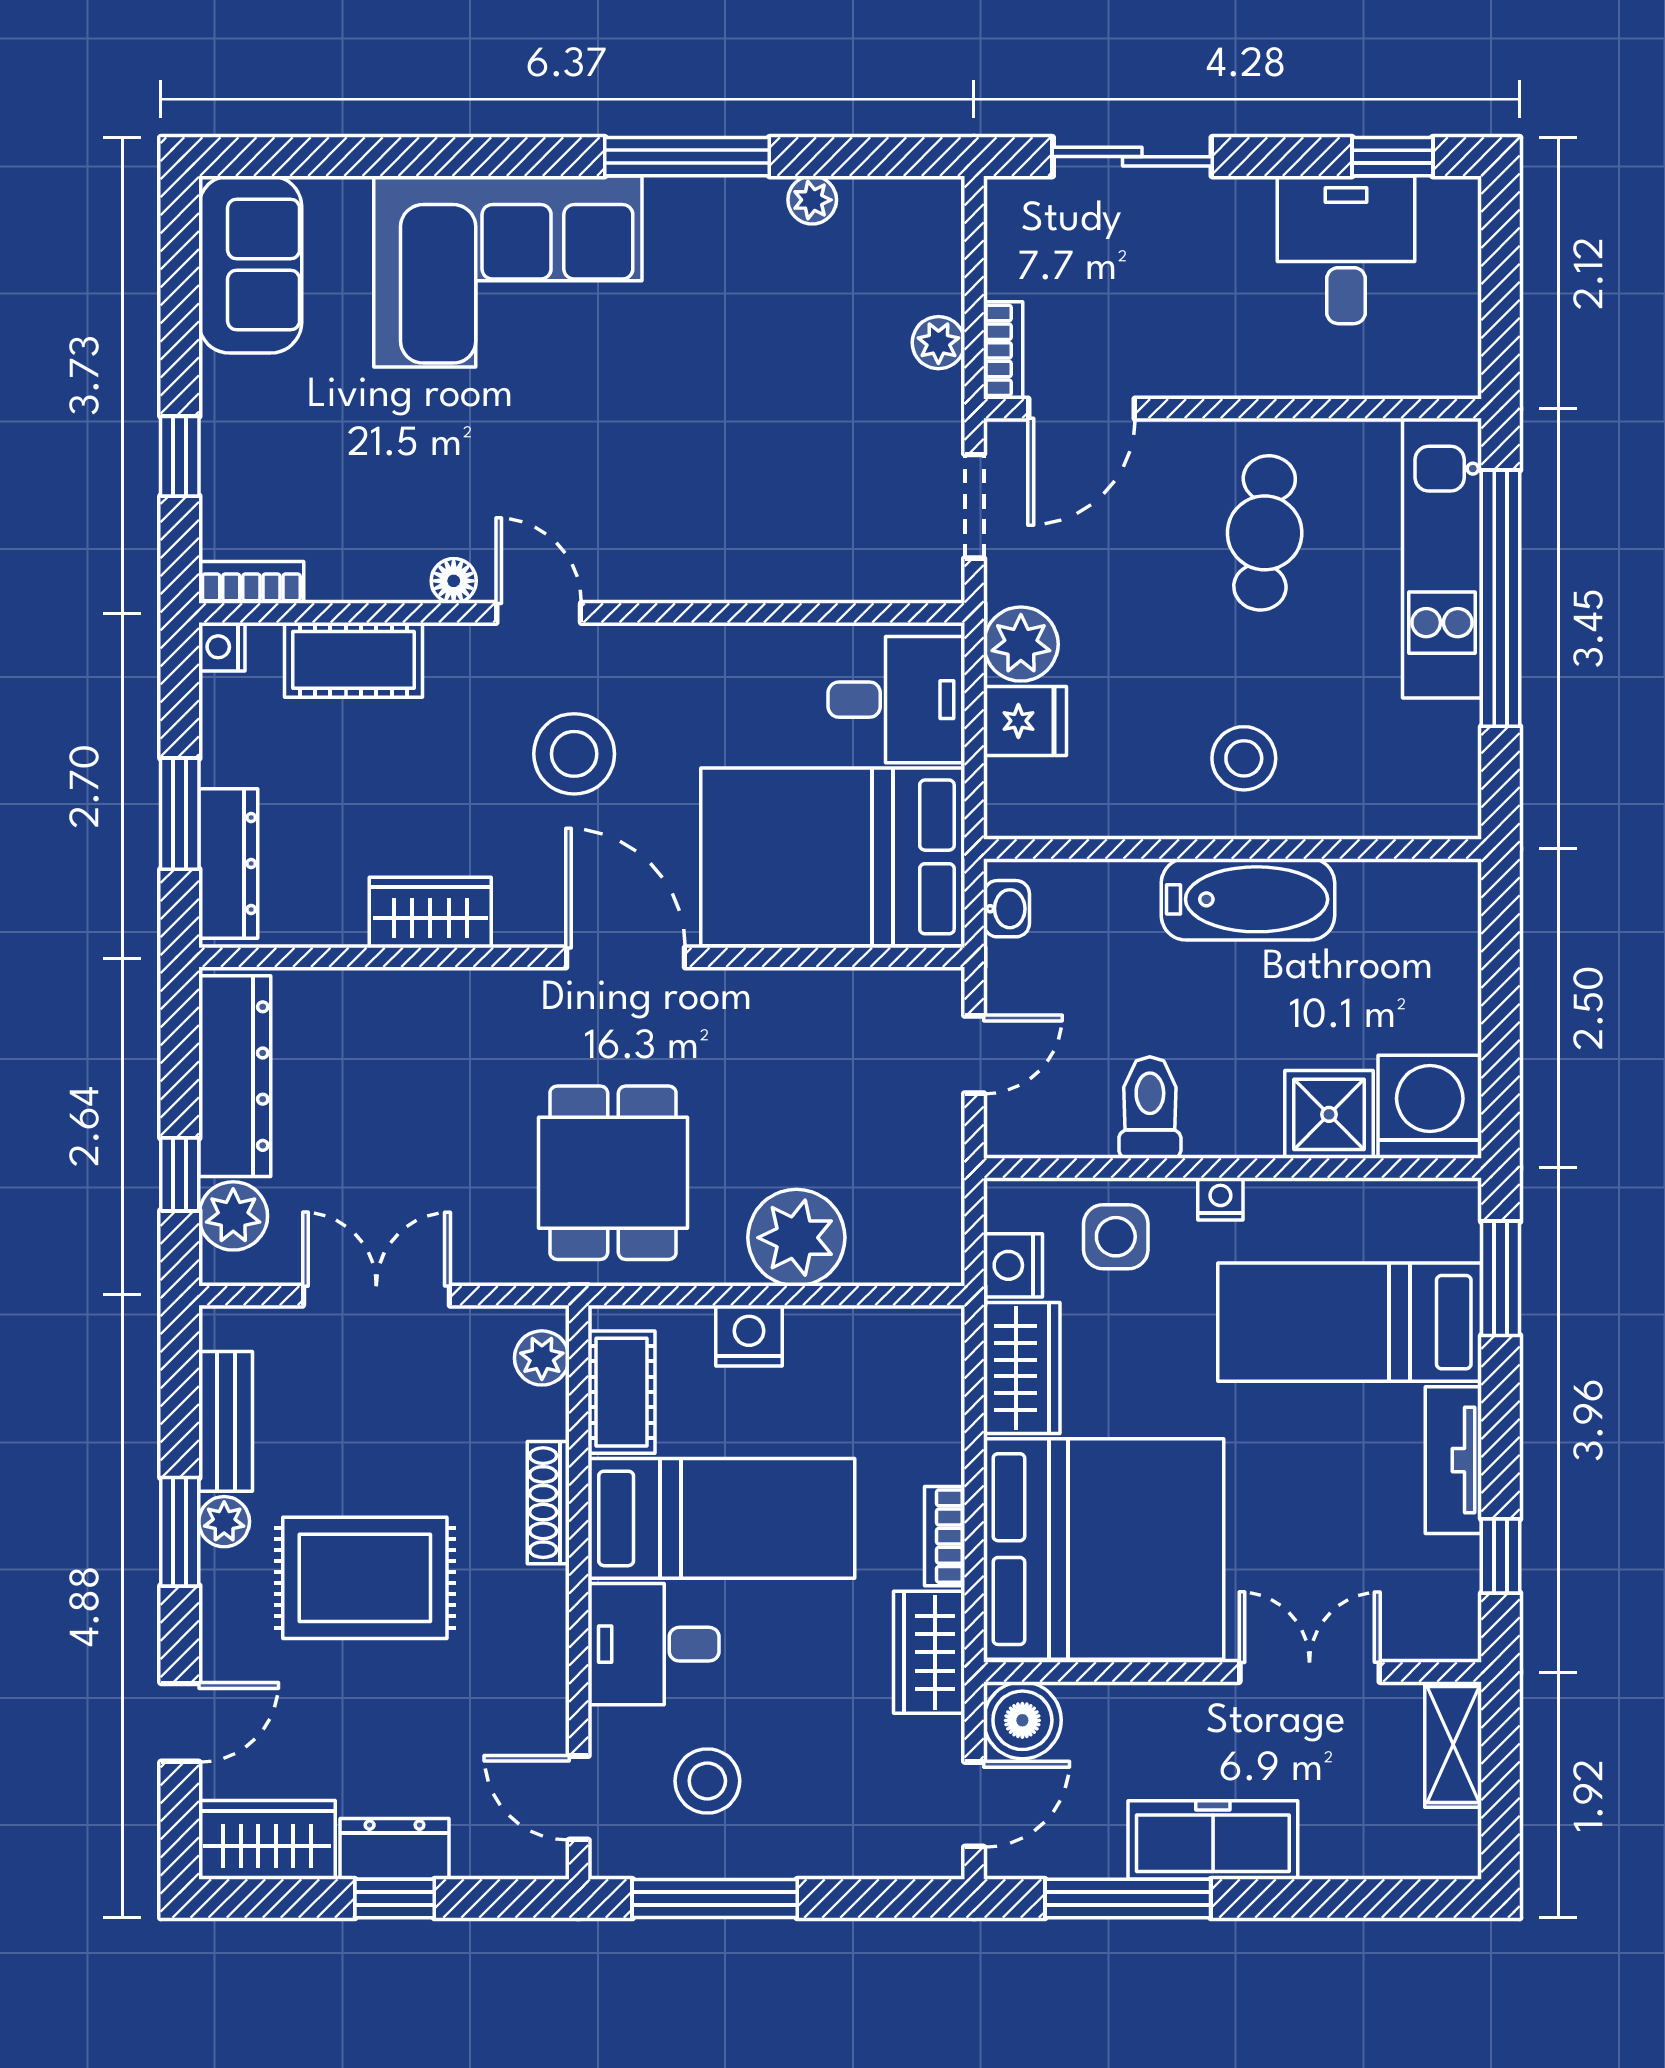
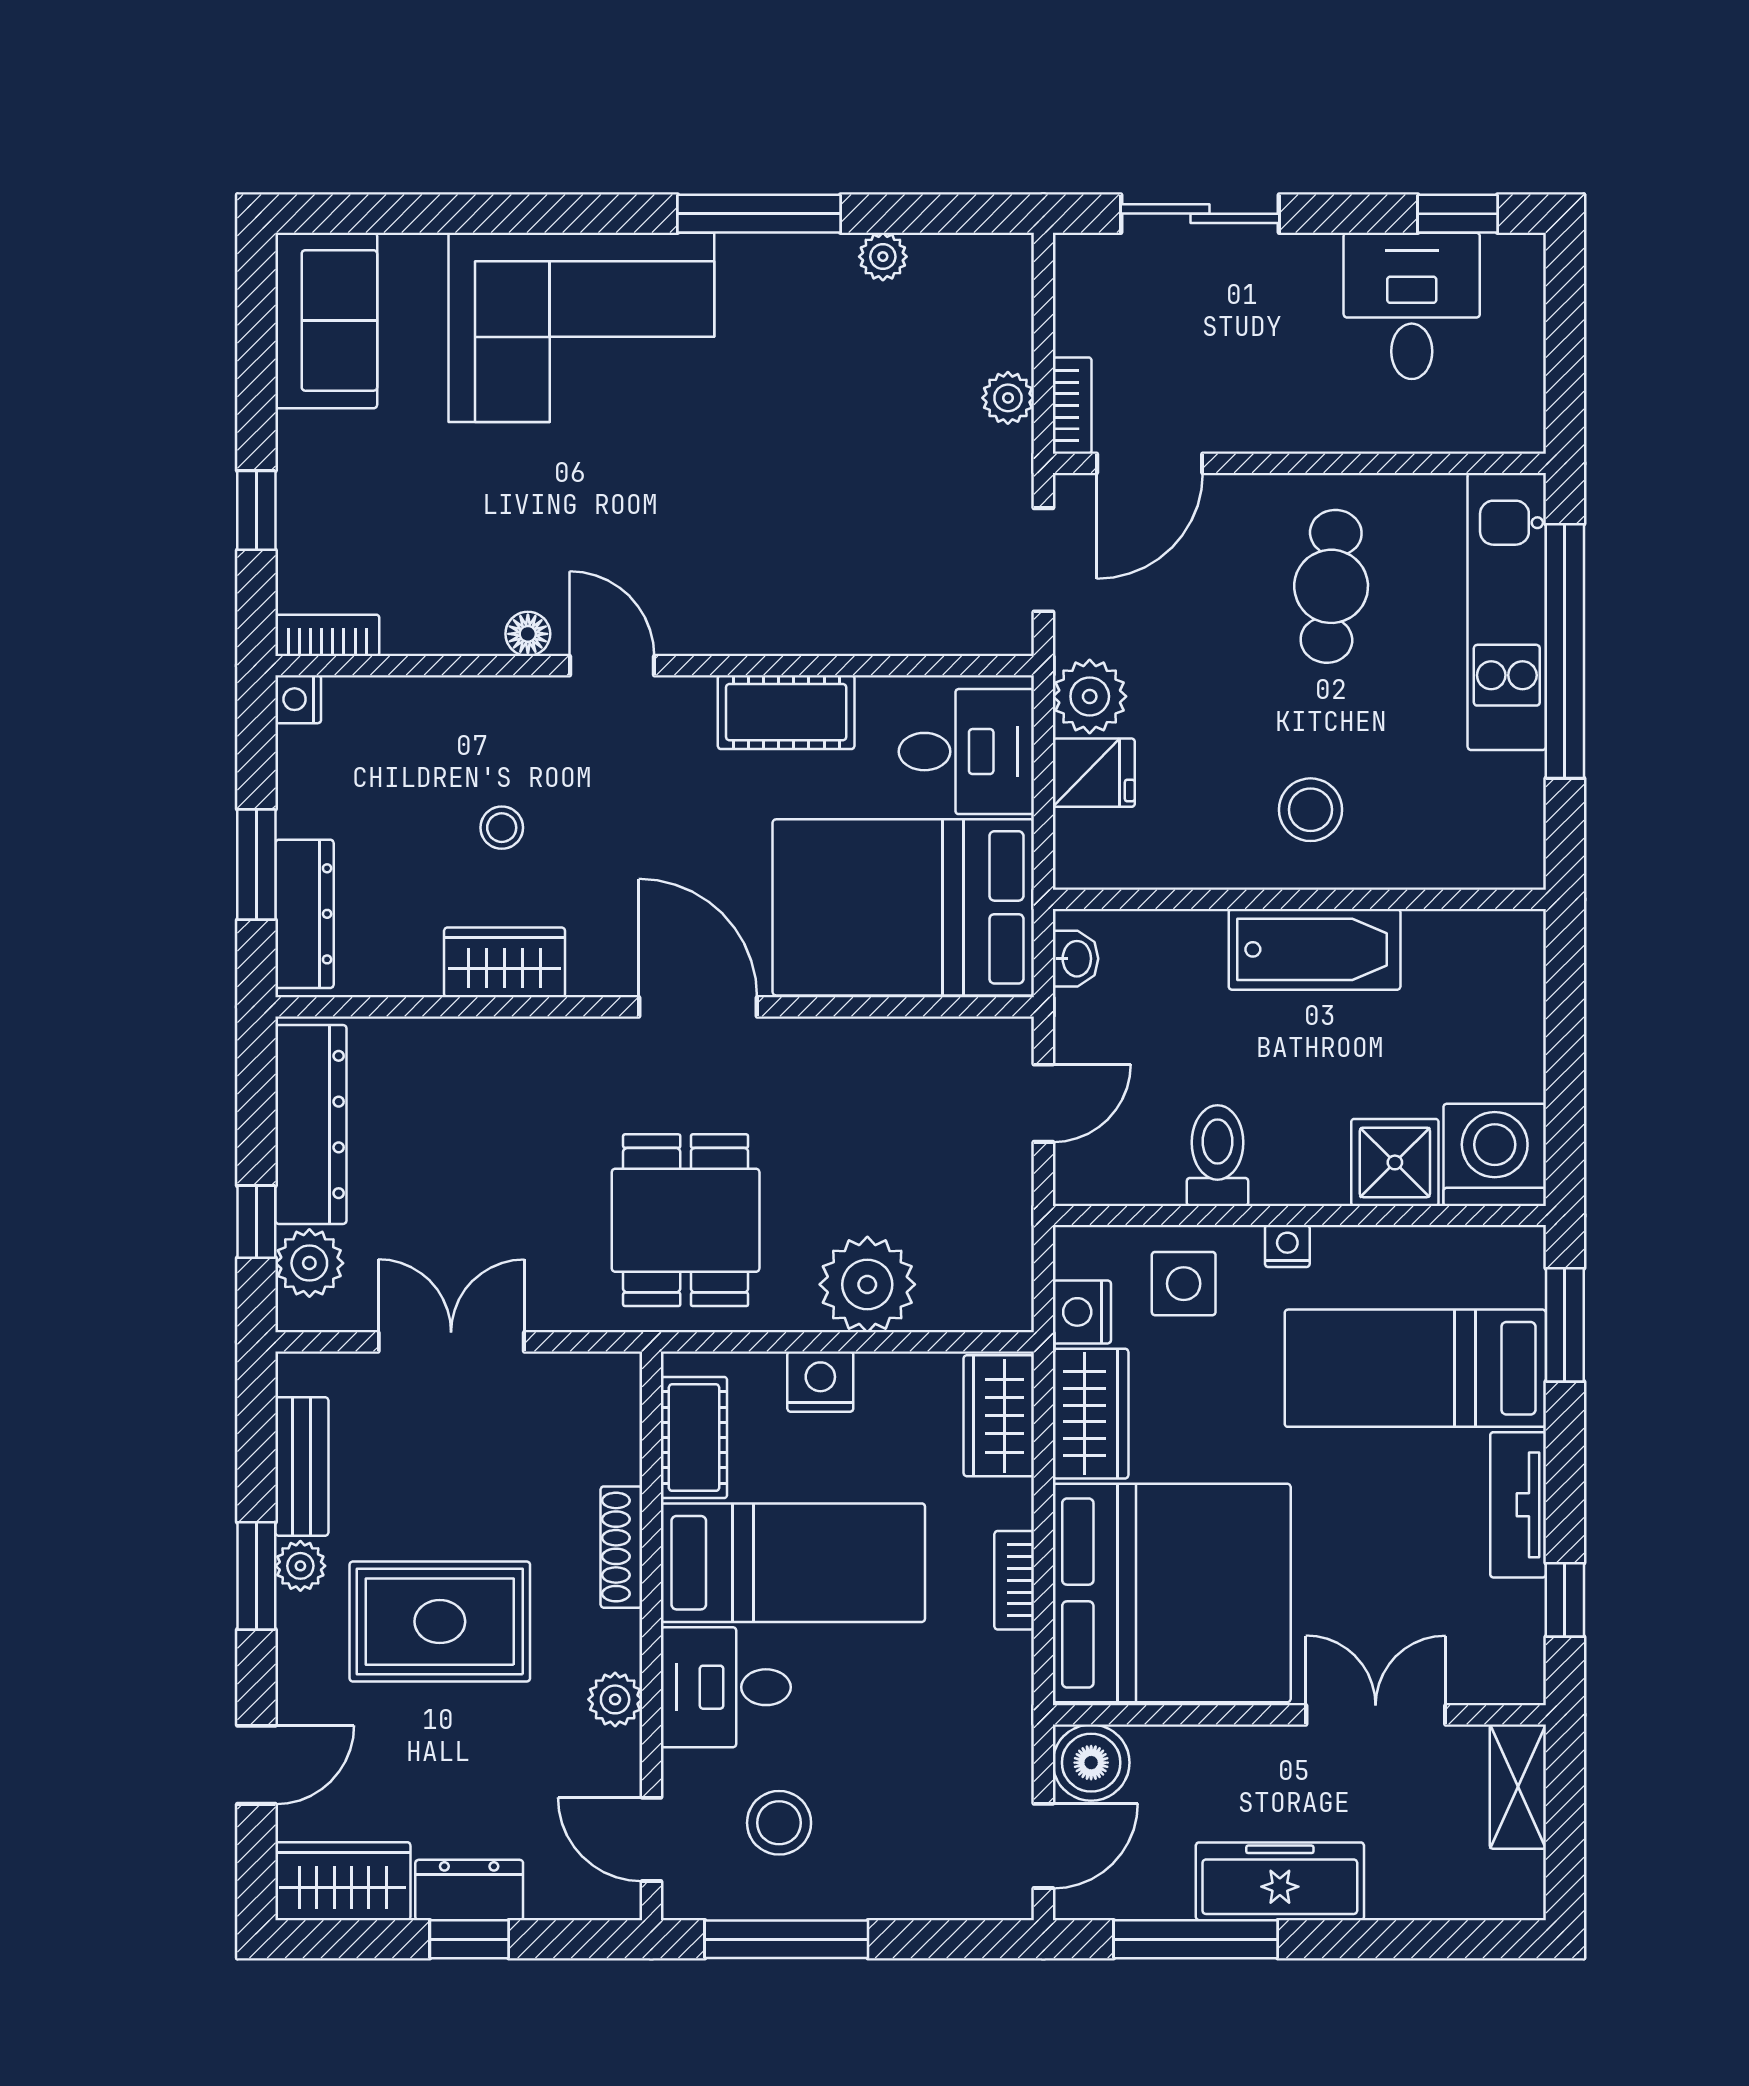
cot: (353, 660) -> (786, 712), moved
stool: (574, 754) -> (502, 828), moved, width x0.53, depth x0.53
plant: (542, 1358) -> (615, 1699), moved
wardrobe: (929, 1652) -> (999, 1416), moved

